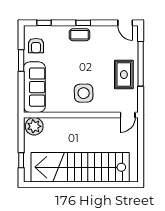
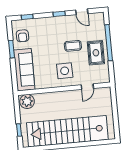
door: (125, 23) -> (82, 12), moved
coffee table: (79, 35) -> (73, 46), moved
door: (128, 115) -> (87, 87), moved

